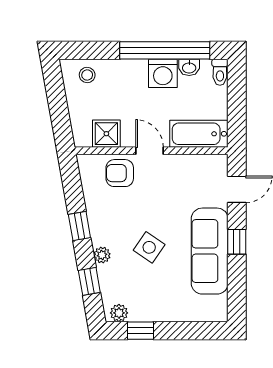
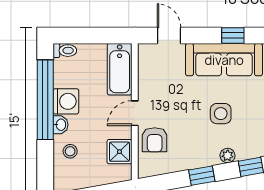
washbasin: (189, 67) -> (61, 125), moved
stool: (87, 75) -> (70, 151), moved
window: (237, 242) -> (233, 36), moved
side table: (149, 247) -> (221, 114), turned -34

